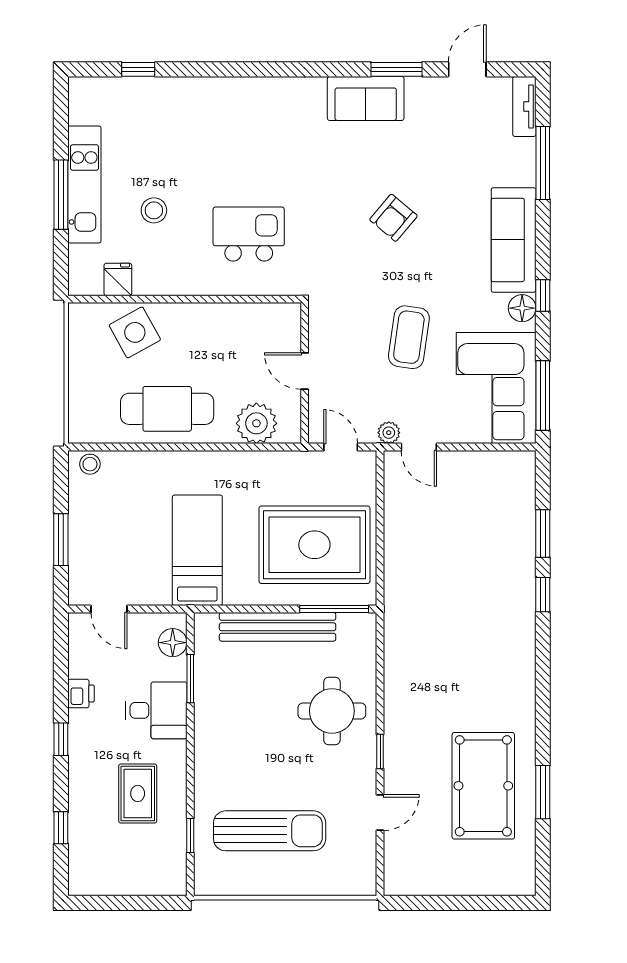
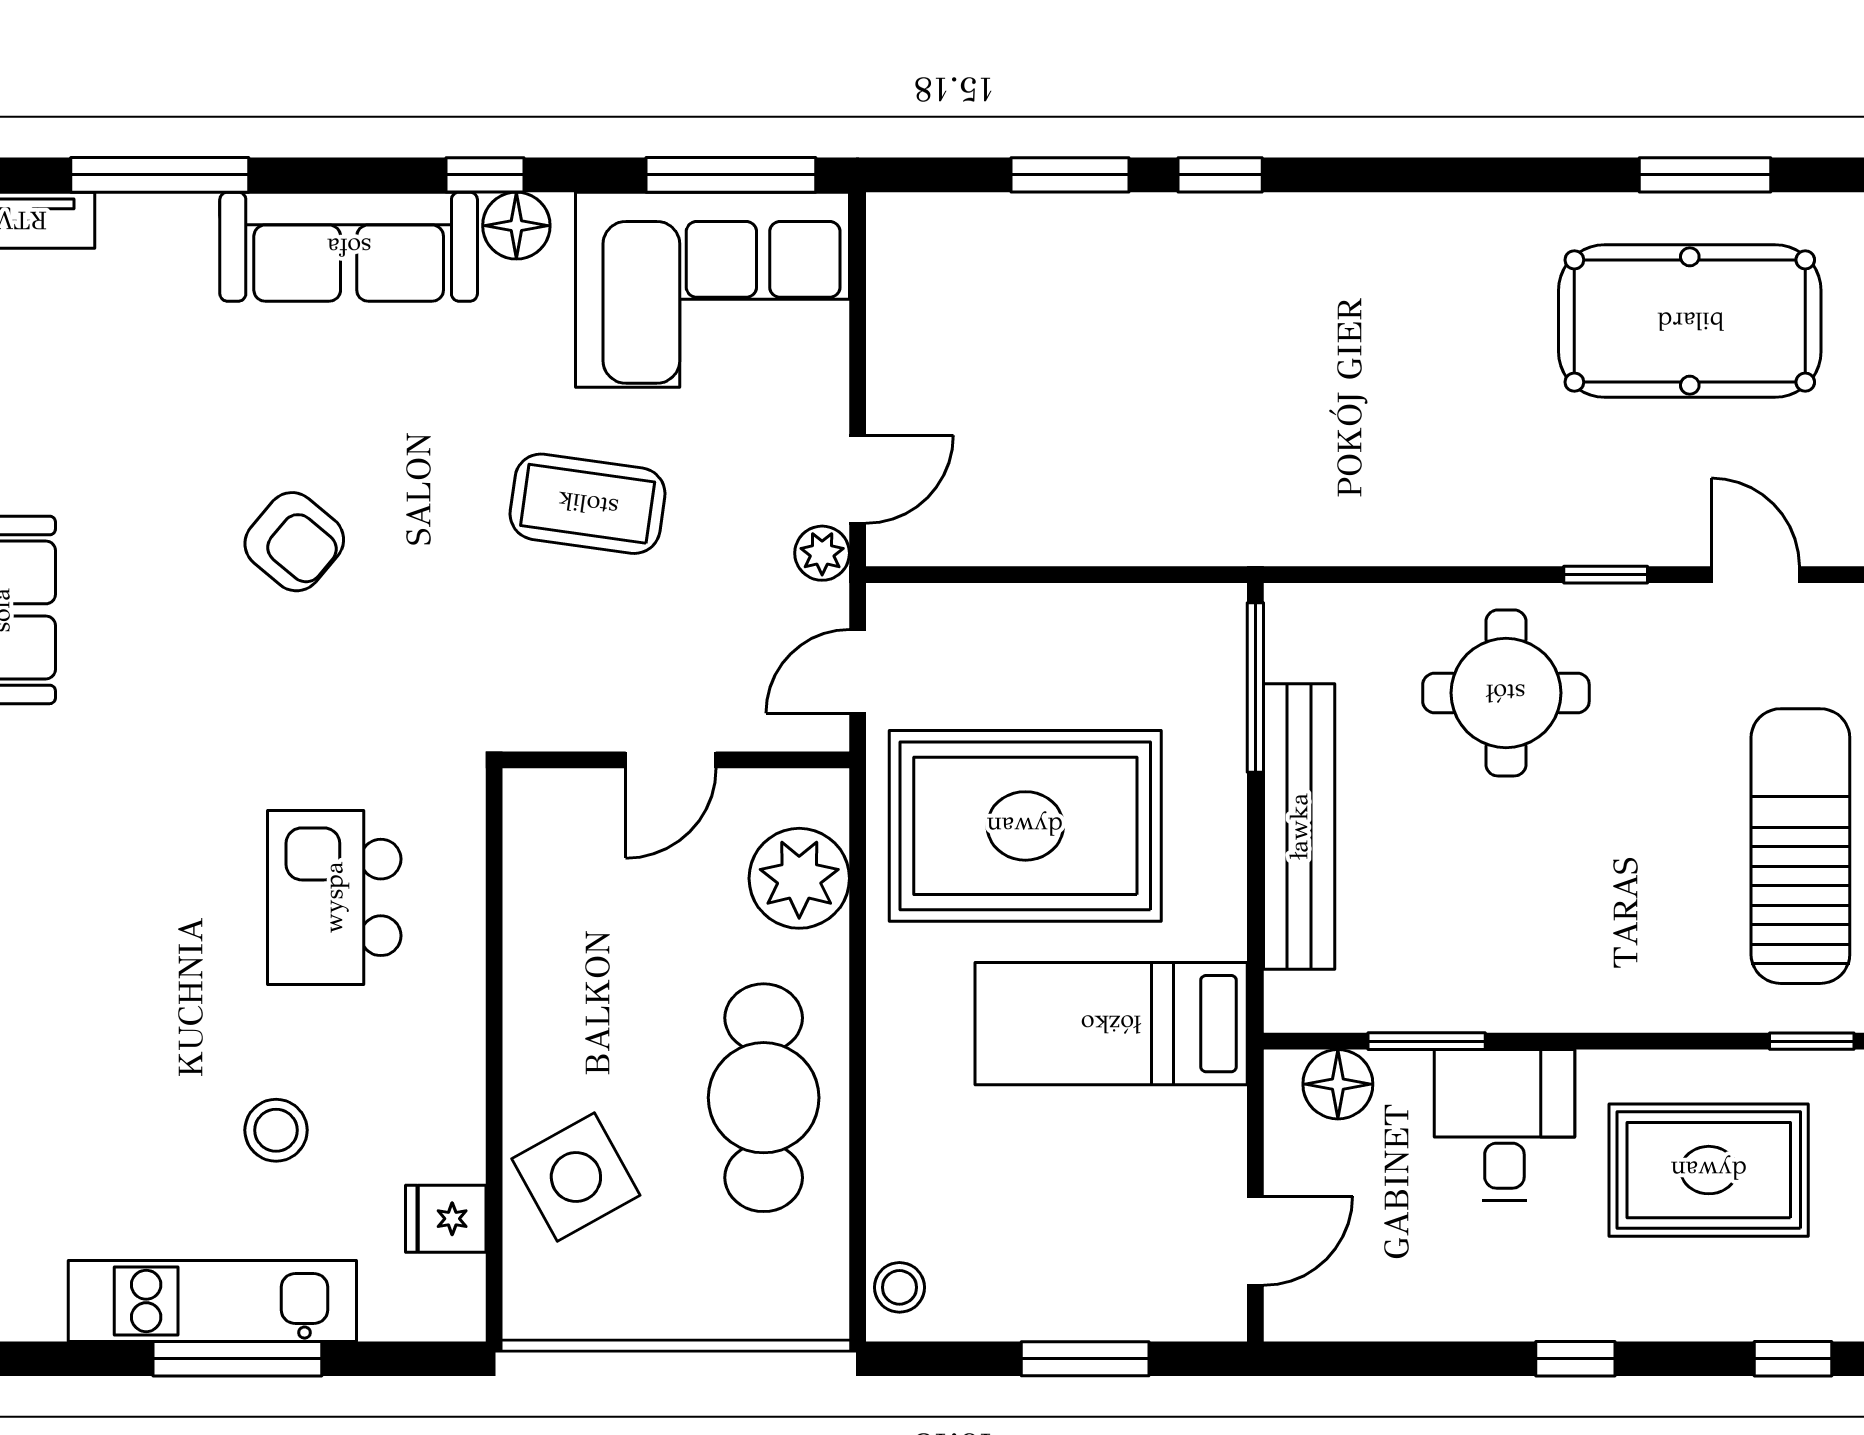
rug: (314, 545) -> (1025, 826), moved, turned 90
printer: (81, 694) -> (1463, 1309), removed
rug: (138, 794) -> (1709, 1170), width x1.36, depth x1.43

